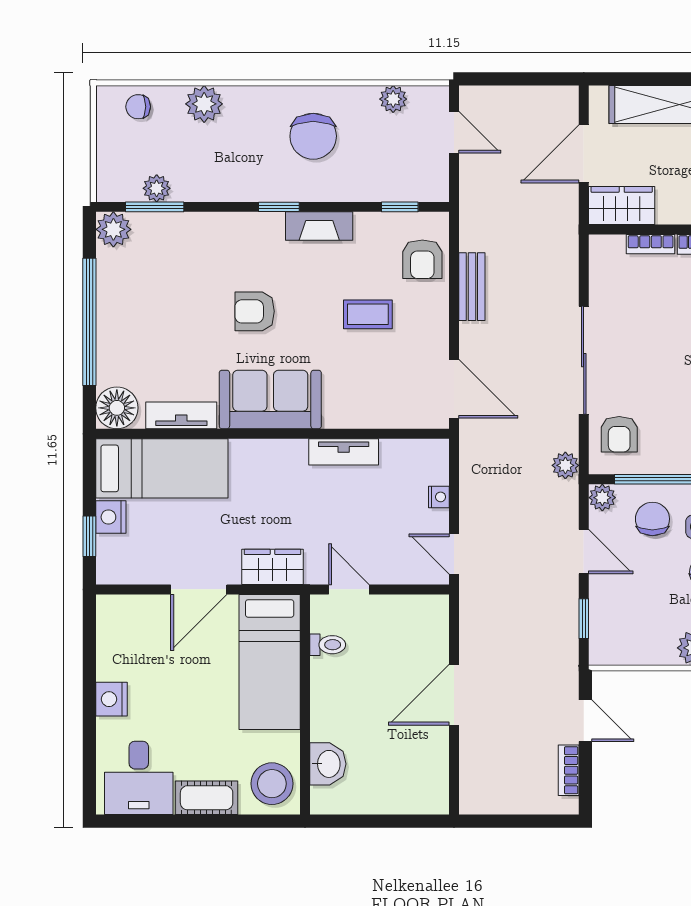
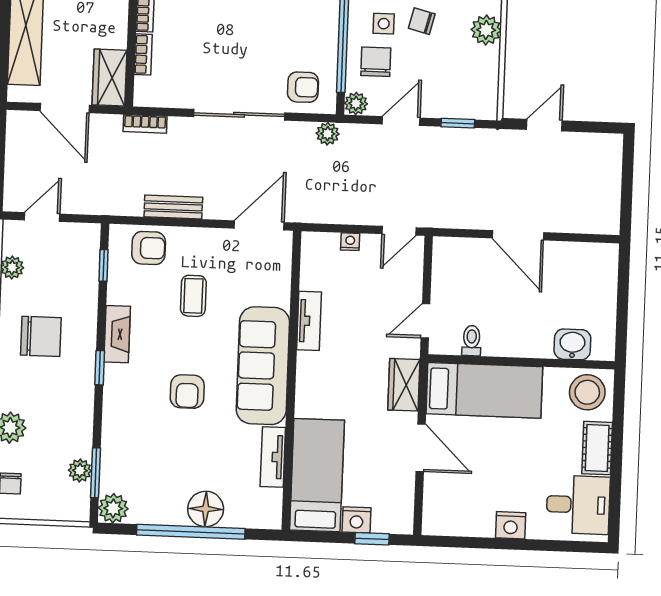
sofa: (270, 399) -> (263, 366), width x1.36
floor lamp: (117, 408) -> (206, 509), moved
chair: (652, 519) -> (376, 62), turned 90
bookcase: (569, 770) -> (145, 124), moved

